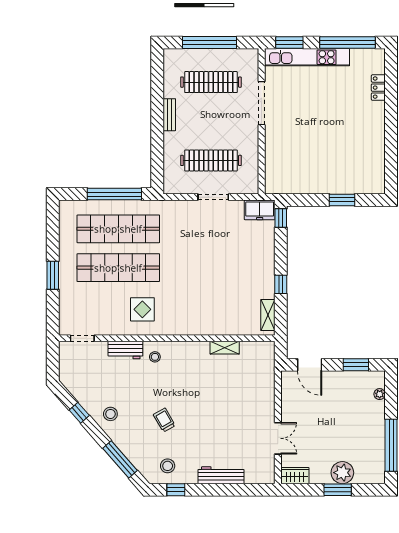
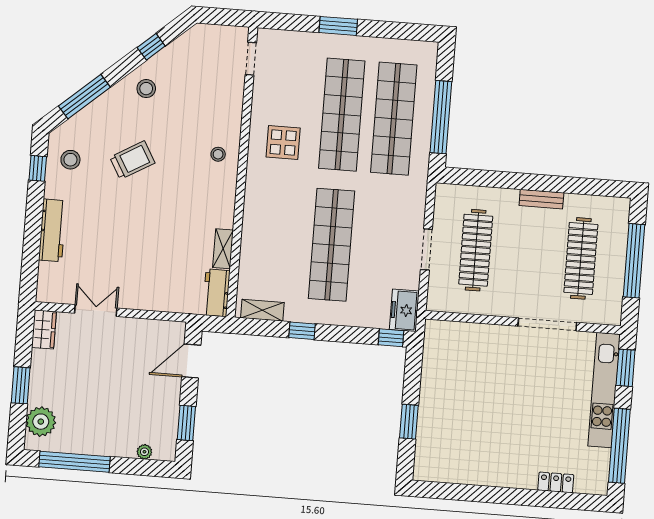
shop shelf: (215, 268) -> (331, 245), added
workbench: (125, 350) -> (216, 293), moved
trolley: (164, 420) -> (132, 160), width x1.36, depth x1.39
double door: (278, 438) -> (96, 311), swing flipped
plant: (342, 473) -> (41, 422), moved

